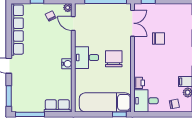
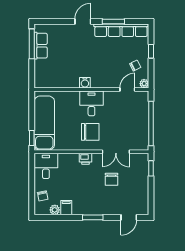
double door: (132, 23) -> (116, 152), moved
printer: (139, 83) -> (86, 159), moved
window: (9, 96) -> (113, 21), moved
row of seats: (57, 106) -> (41, 46), moved

